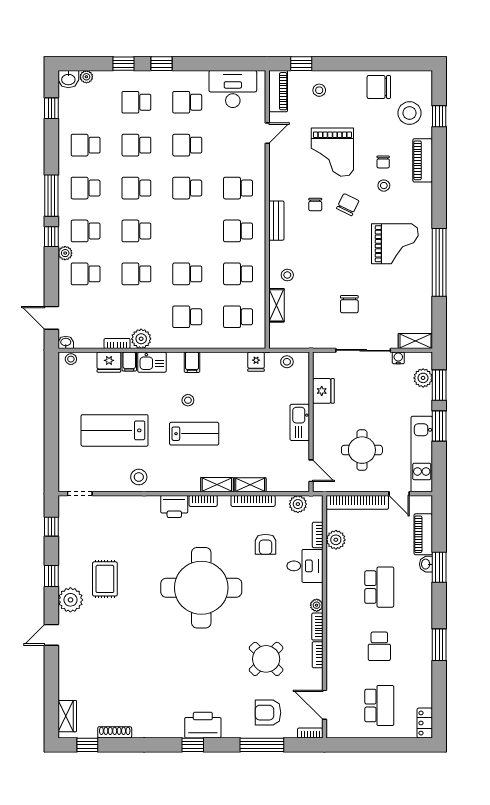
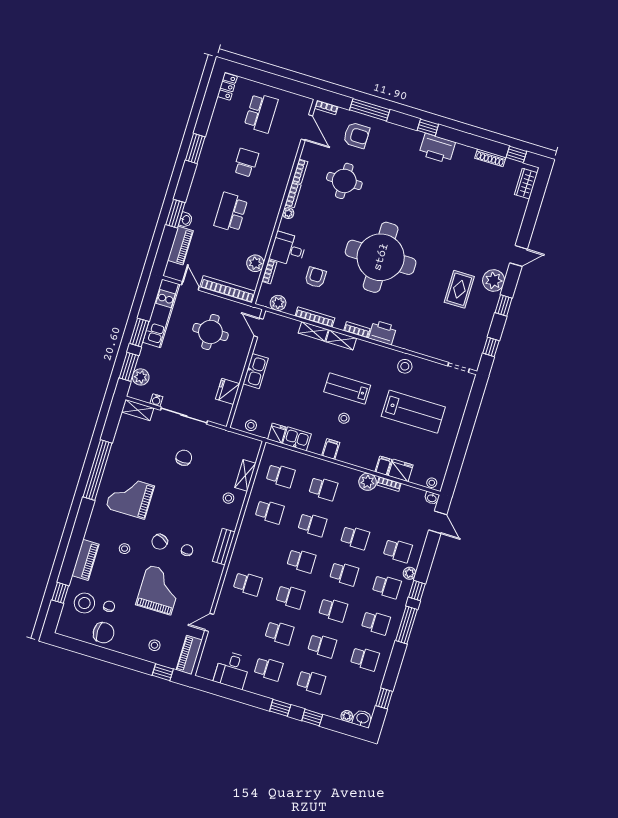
desk: (233, 89) -> (232, 670), width x0.73
chair: (383, 162) -> (109, 606), moved
school desk: (238, 231) -> (301, 561), moved
kitchen sink: (152, 362) -> (297, 439), moved
round table: (266, 659) -> (344, 181), turned 45
school desk: (379, 706) -> (261, 113), turned 180
printer: (203, 725) -> (437, 148), moved

